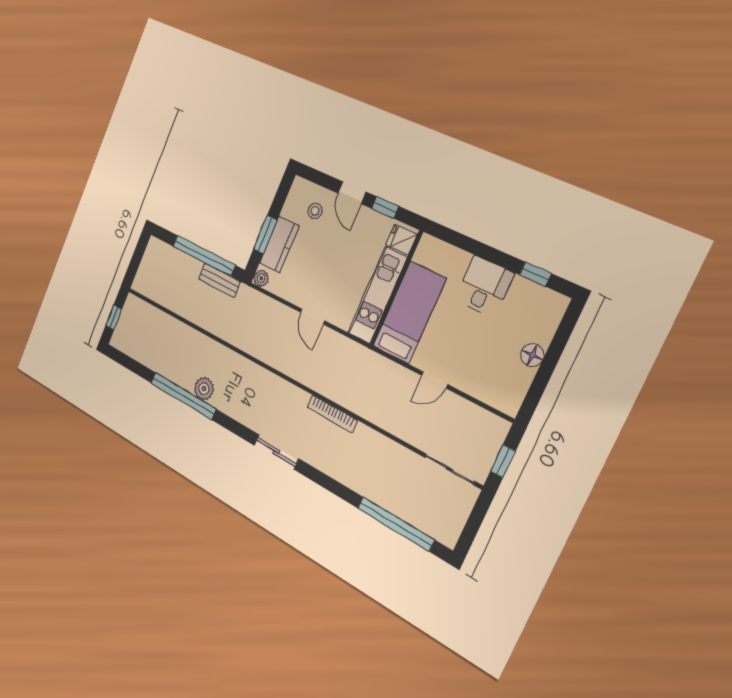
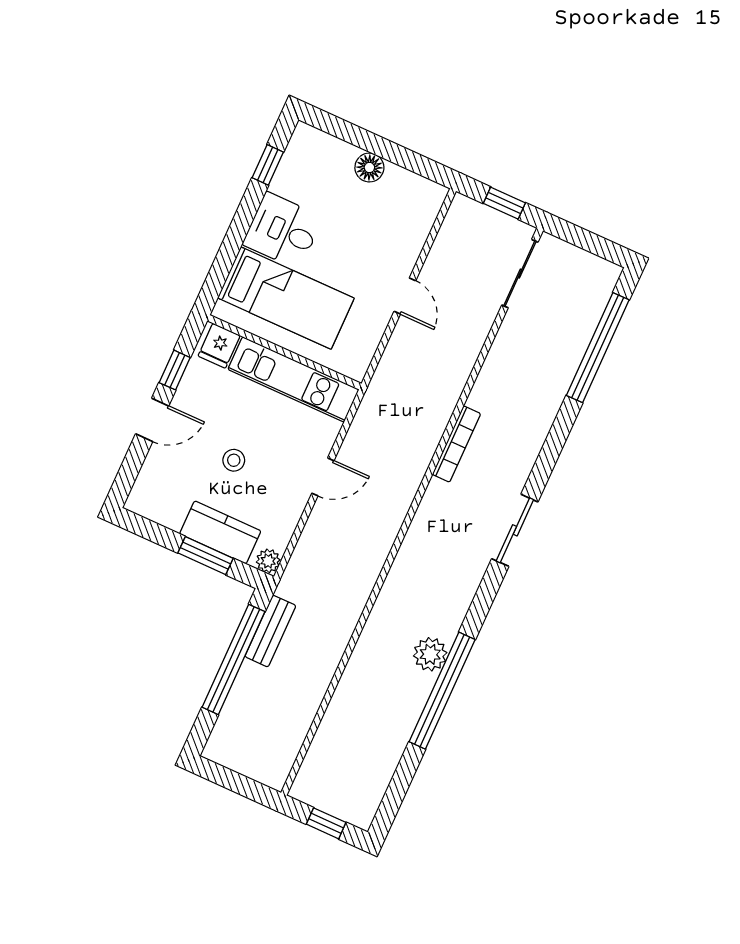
stool: (315, 211) -> (234, 460), moved
bed: (409, 312) -> (286, 298), moved, turned 180

